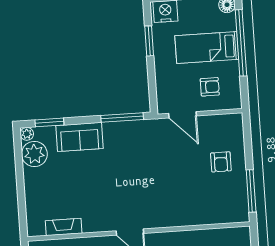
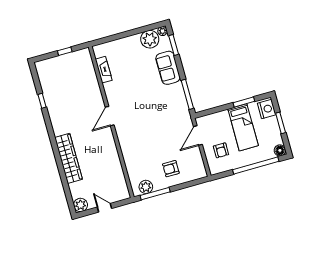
bed: (207, 48) -> (243, 127), moved, turned 180
plant: (239, 202) -> (146, 187), added

